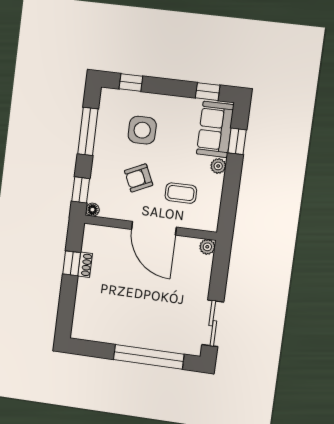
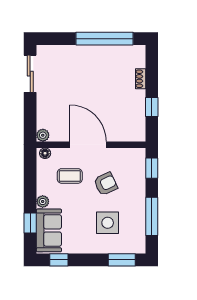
window: (131, 83) -> (122, 260), width x1.50
floor lamp: (92, 210) -> (45, 153), moved
shoe rack: (85, 265) -> (141, 79), moved
window: (149, 357) -> (105, 39), moved

